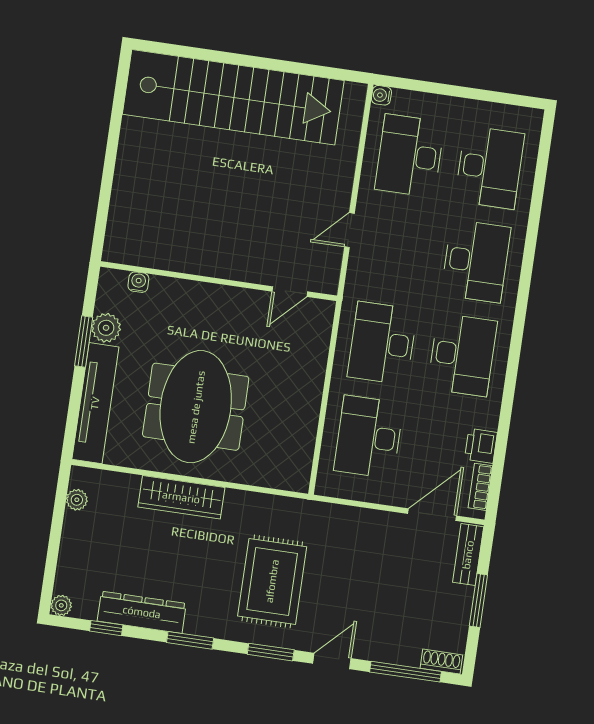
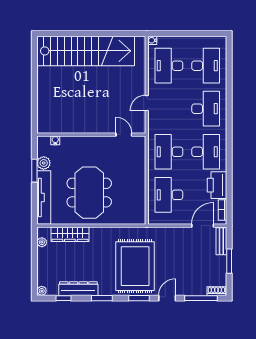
door: (290, 292) -> (124, 135), swing flipped
printer: (481, 446) -> (217, 185), width x1.87, depth x1.48
wardrobe: (181, 497) -> (70, 234), moved
rug: (272, 581) -> (135, 266), width x1.37, depth x1.44

